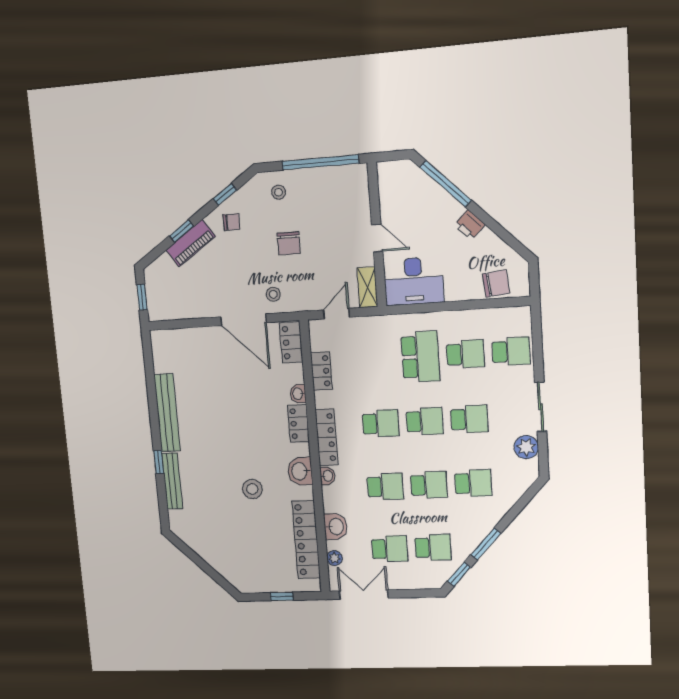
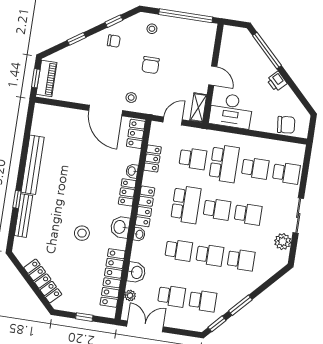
piano: (191, 243) -> (47, 78), moved, turned -56
school desk: (376, 359) -> (193, 159), added
school desk: (381, 423) -> (186, 204), width x1.85
locker: (218, 560) -> (43, 281), added

